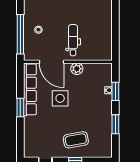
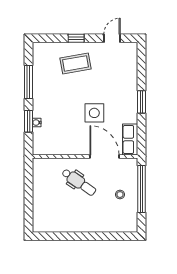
dental chair: (73, 40) -> (79, 182), turned -55
plant: (77, 69) -> (74, 148), removed
row of seats: (30, 89) -> (130, 140), width x0.50
window: (115, 124) -> (28, 82), width x1.44

